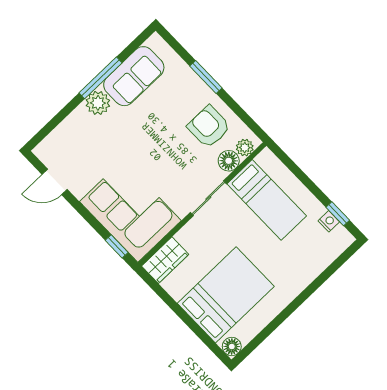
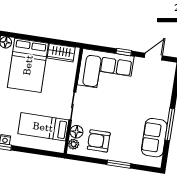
plant: (98, 103) -> (162, 111), removed
armchair: (209, 127) -> (99, 141), turned 180
window: (117, 246) -> (124, 52), moved
wardrobe: (165, 260) -> (61, 53), moved, turned -90

